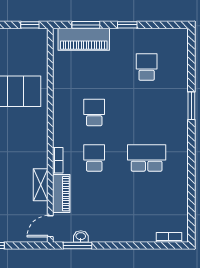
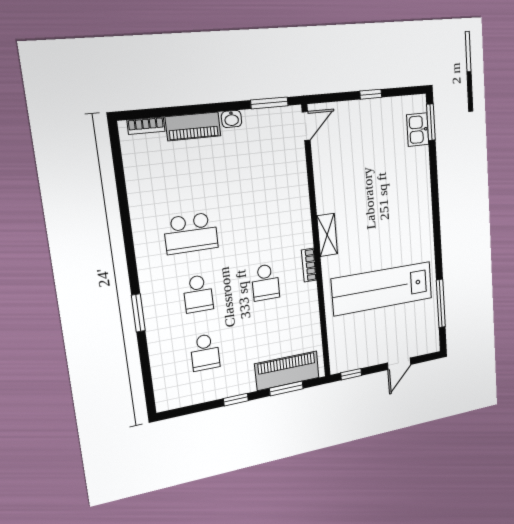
school desk: (94, 158) -> (198, 294), moved
bookcase: (58, 160) -> (309, 265), moved
shelving: (41, 185) -> (327, 235), moved
piano: (61, 194) -> (193, 126), moved, turned -90
washbasin: (81, 236) -> (232, 119), moved

